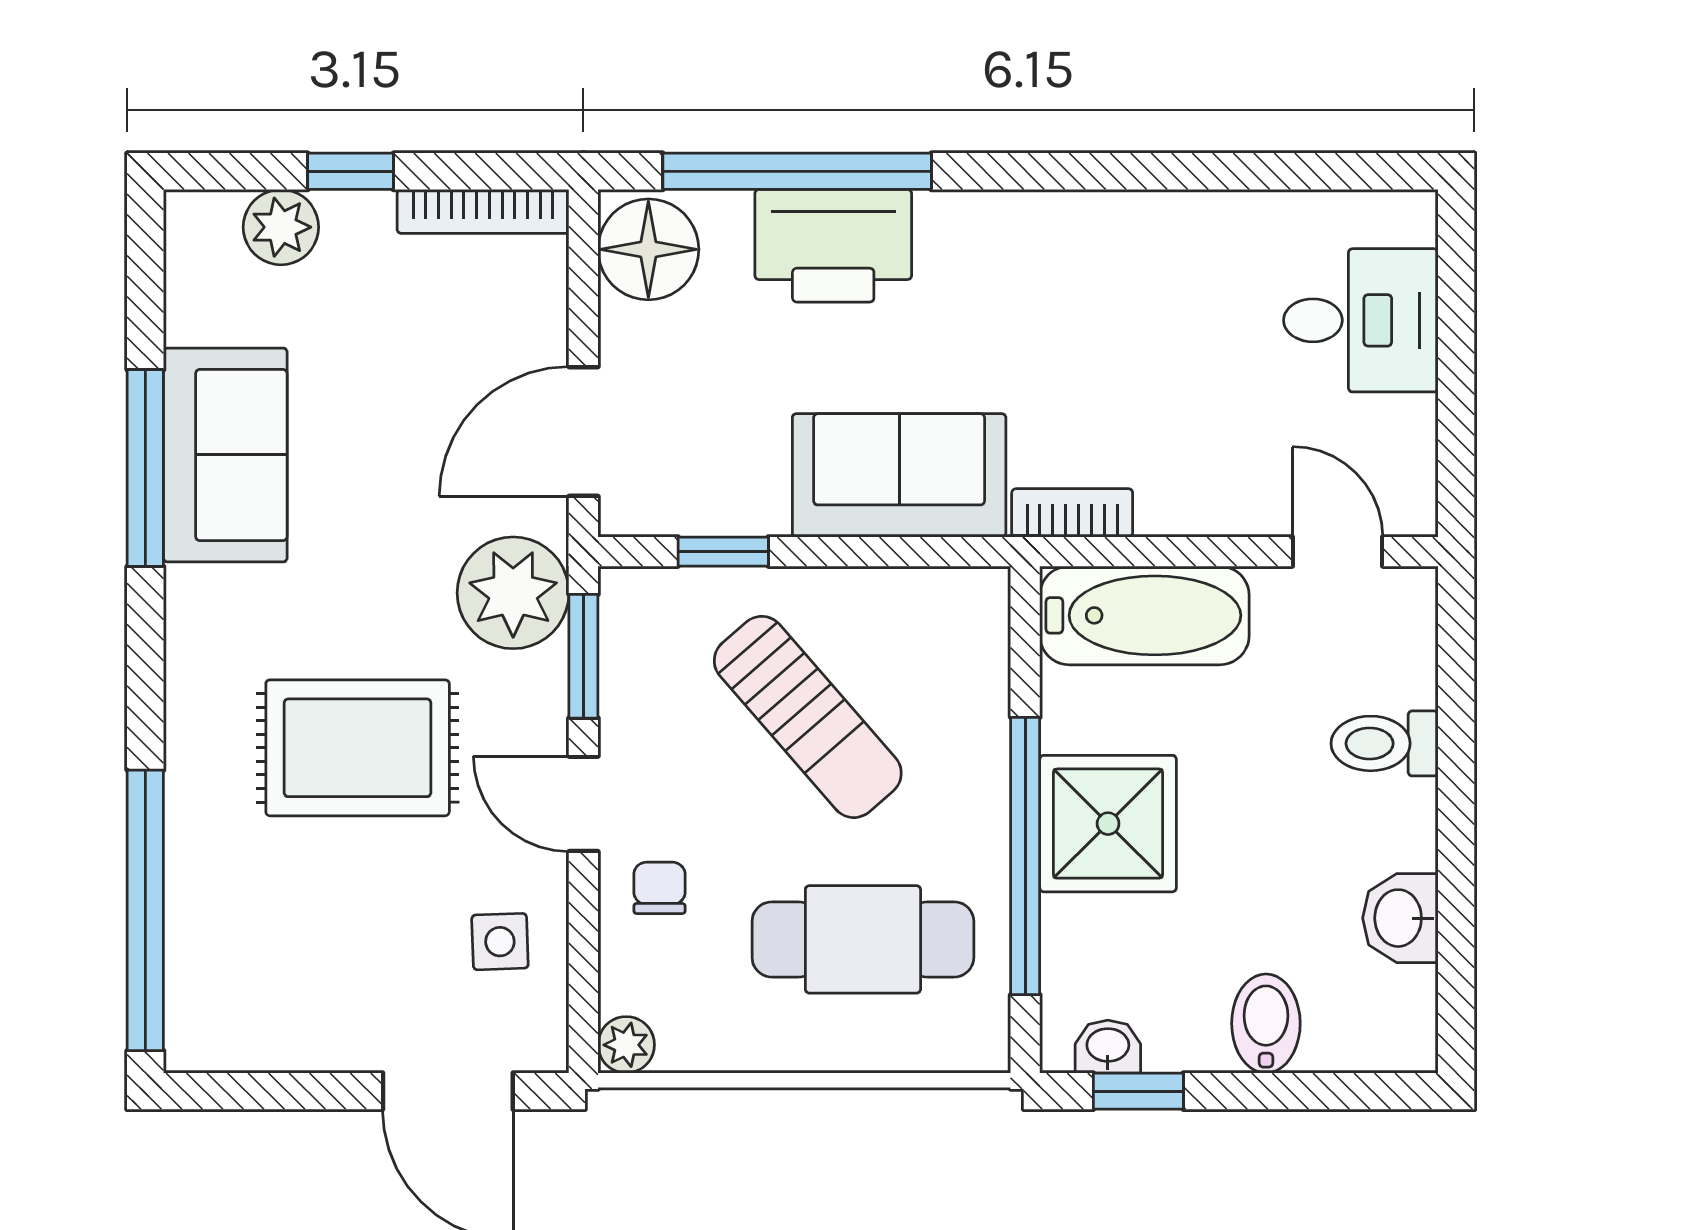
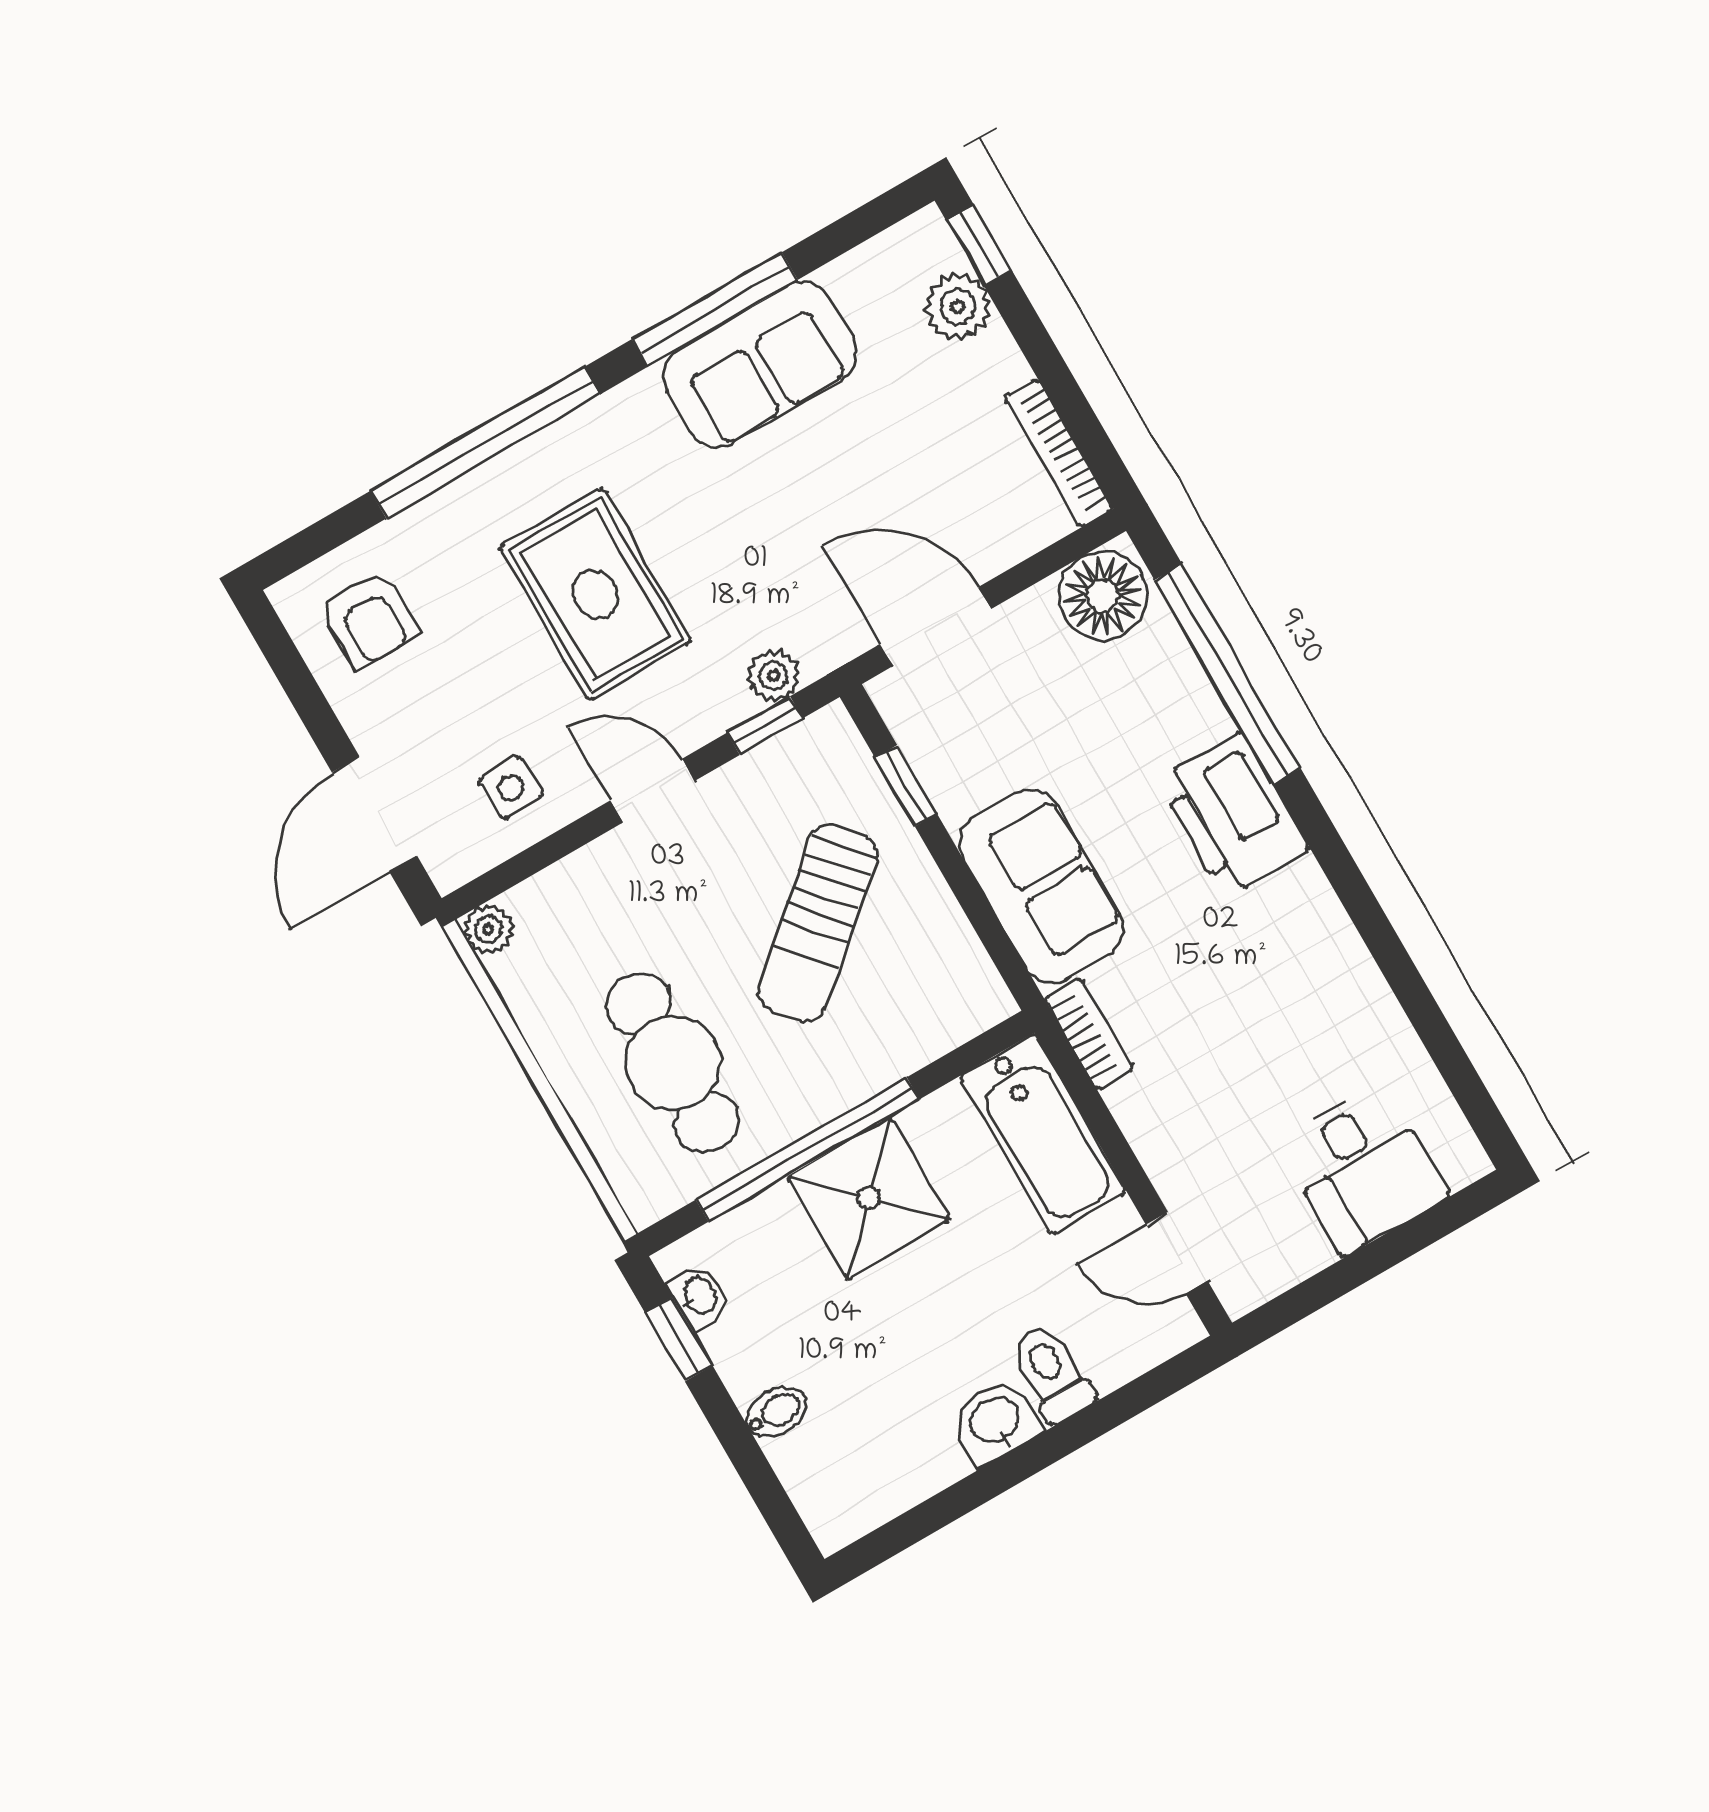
window: (351, 171) -> (979, 245), moved
printer: (833, 246) -> (1233, 815), moved
door: (1337, 552) -> (1177, 1253), swing flipped
plant: (513, 593) -> (774, 675), width x0.53, depth x0.53
window: (583, 656) -> (765, 726), width x0.67
door: (583, 804) -> (653, 791), hinge flipped
chair: (659, 888) -> (622, 886), removed
window: (145, 910) -> (485, 443), moved
washbasin: (1400, 918) -> (996, 1422), moved
armchair: (253, 984) -> (370, 619), added
bidet: (1266, 1023) -> (776, 1412), width x0.72, depth x0.74

